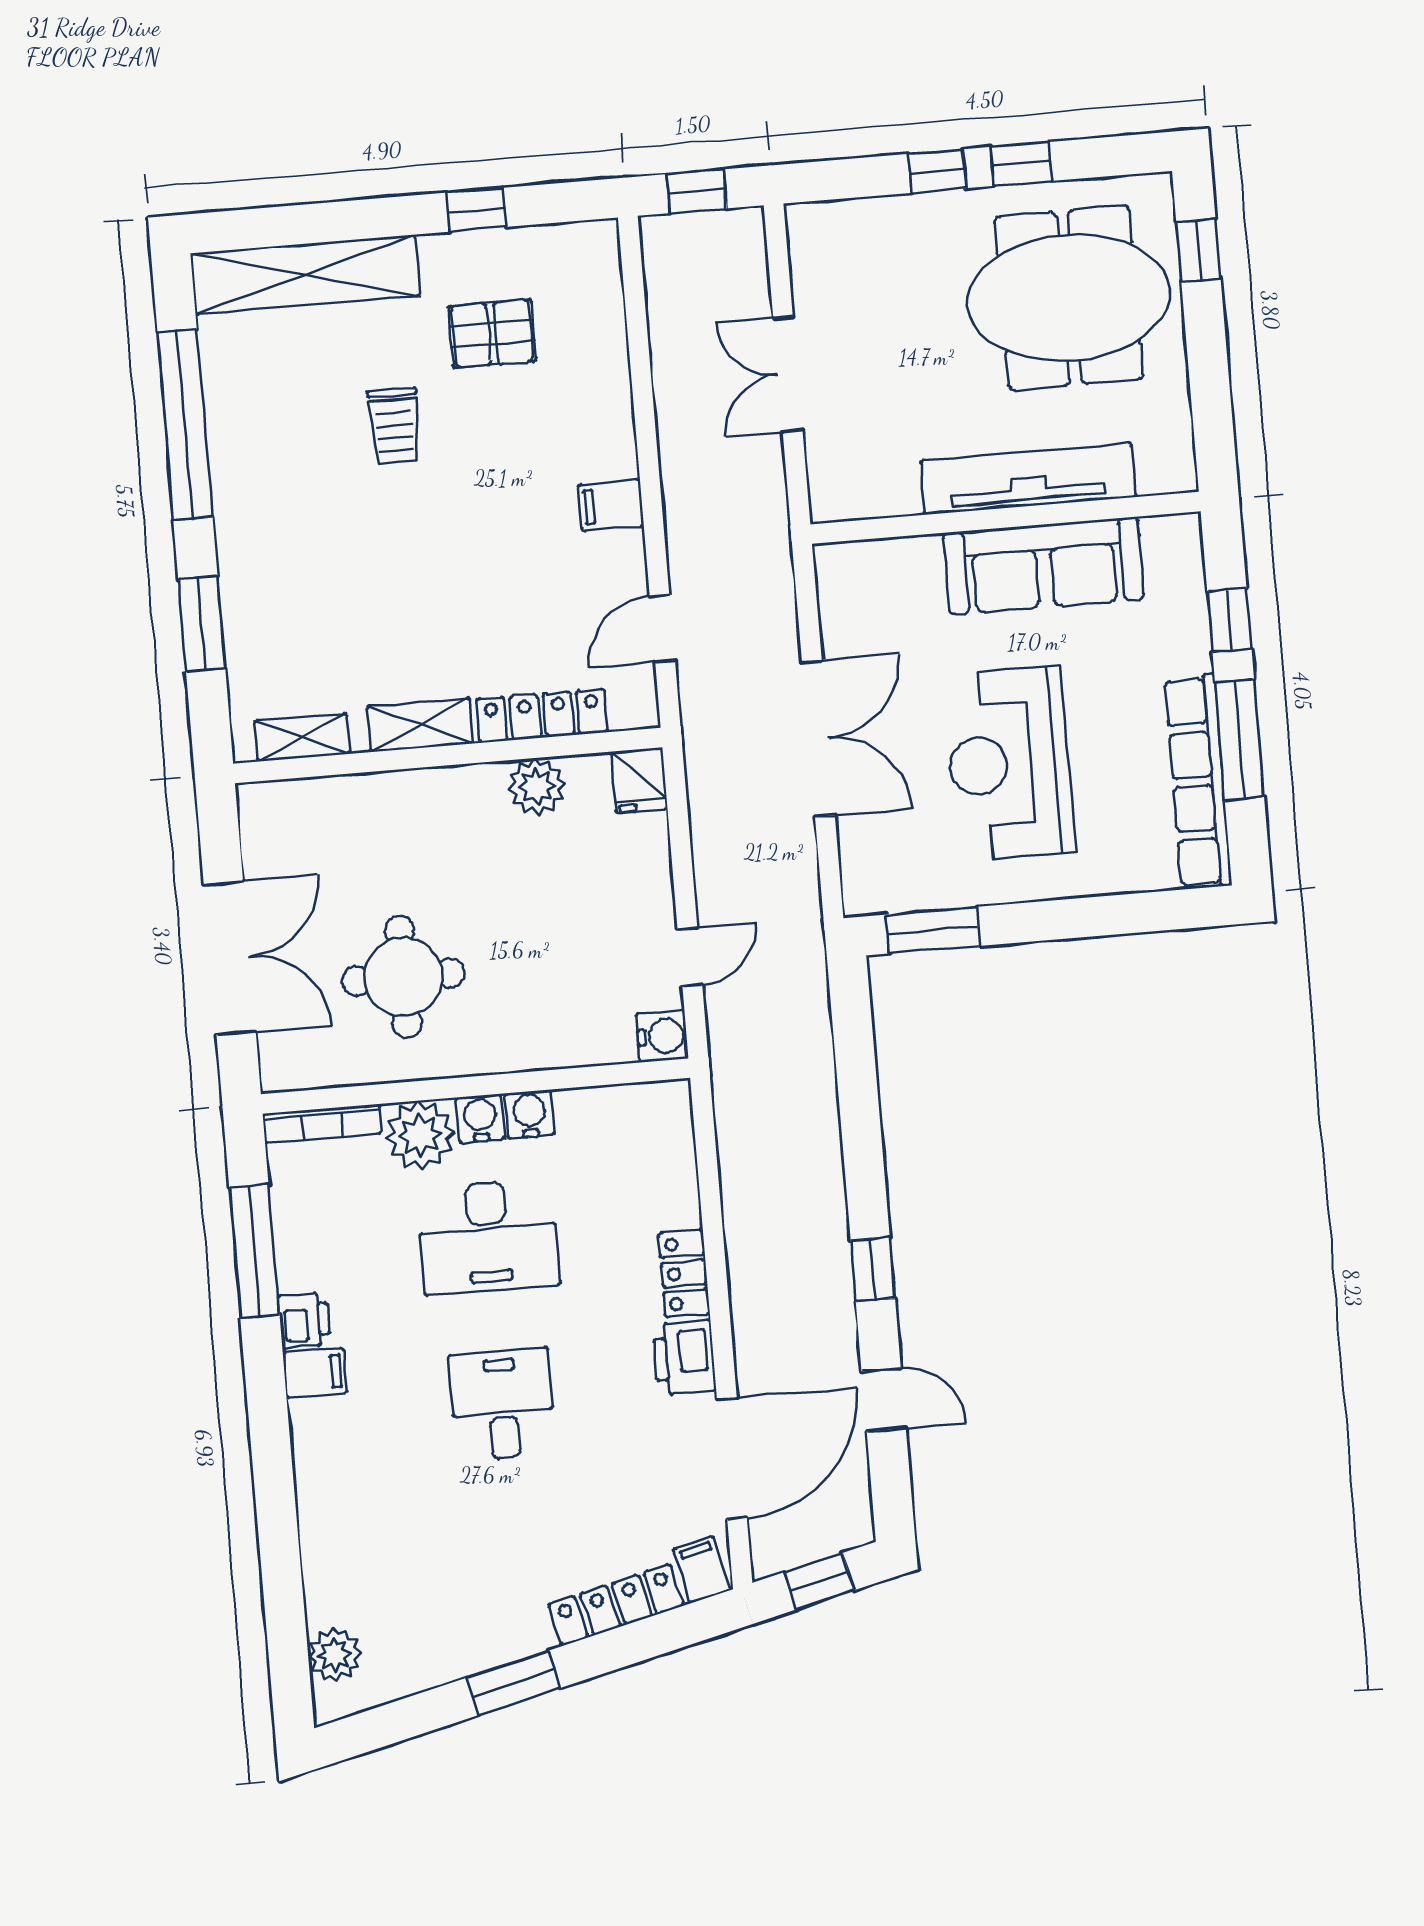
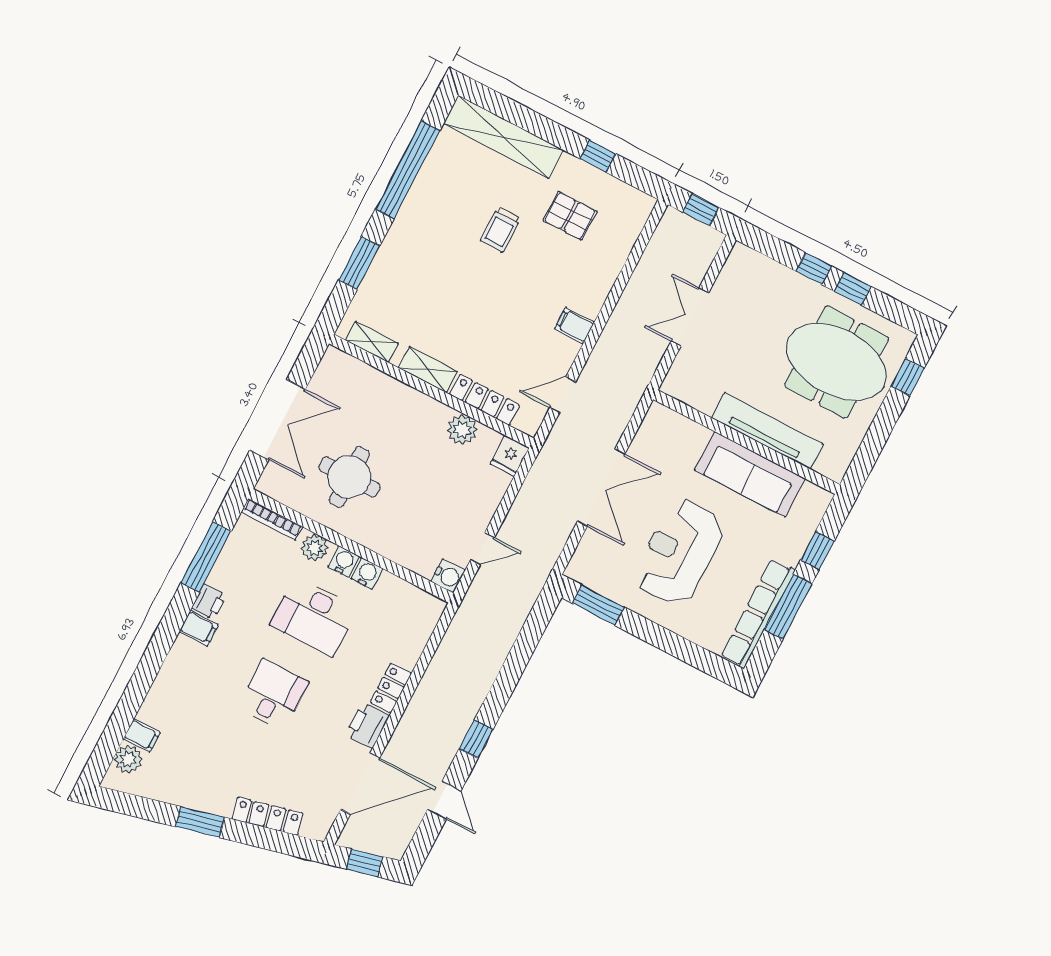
plant: (420, 1135) -> (315, 548), width x0.73, depth x0.73
filing cabinet: (702, 1570) -> (142, 735), moved, turned 104

